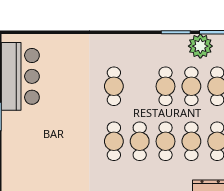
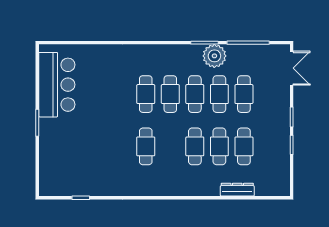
plant: (200, 46) -> (214, 56), moved
cafe table: (140, 141) -> (170, 94), moved

